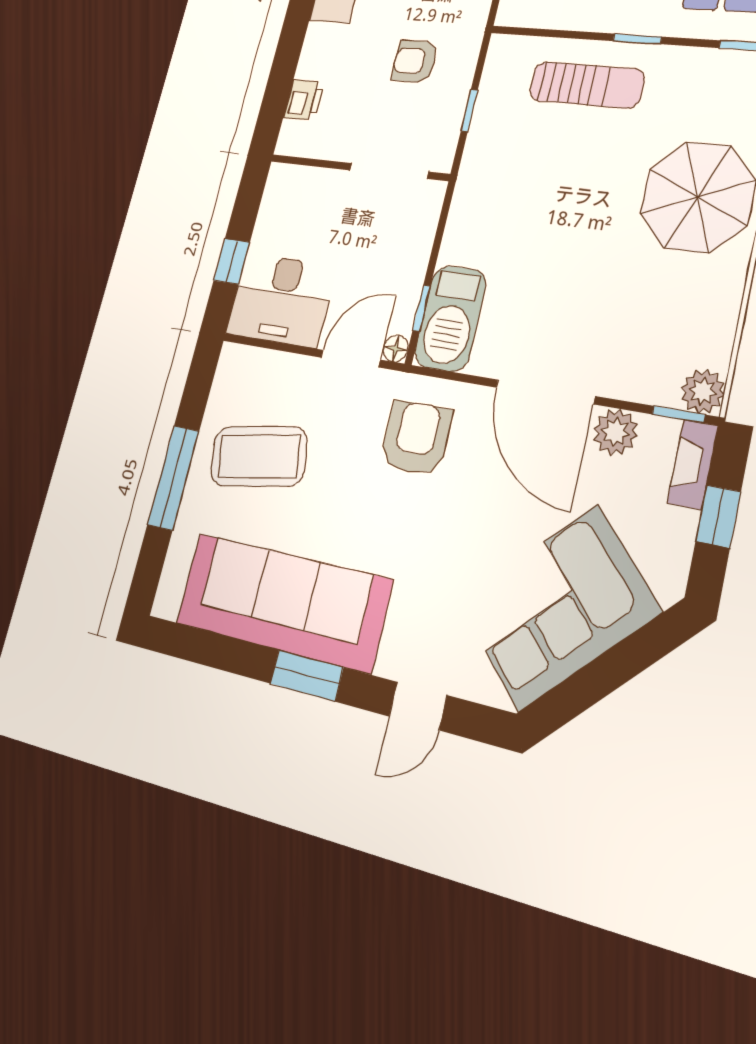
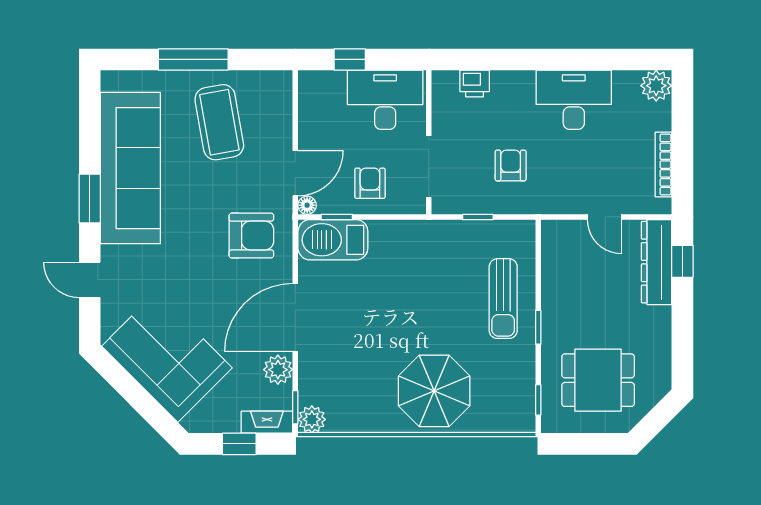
armchair: (389, 255) -> (370, 183), added
desk: (281, 300) -> (385, 100), moved, turned 90
door: (350, 359) -> (295, 173), hinge flipped

